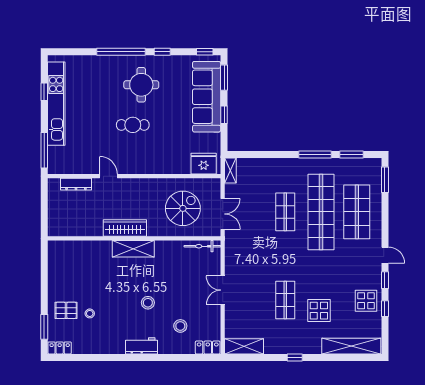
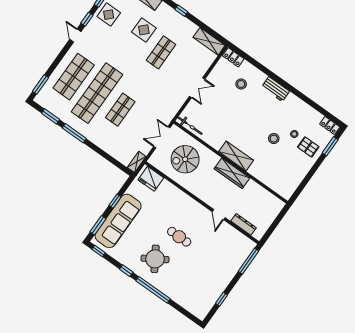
round table: (141, 85) -> (155, 259), turned -32
kitchen unit: (56, 104) -> (219, 286), removed
stool: (148, 303) -> (274, 139), moved

